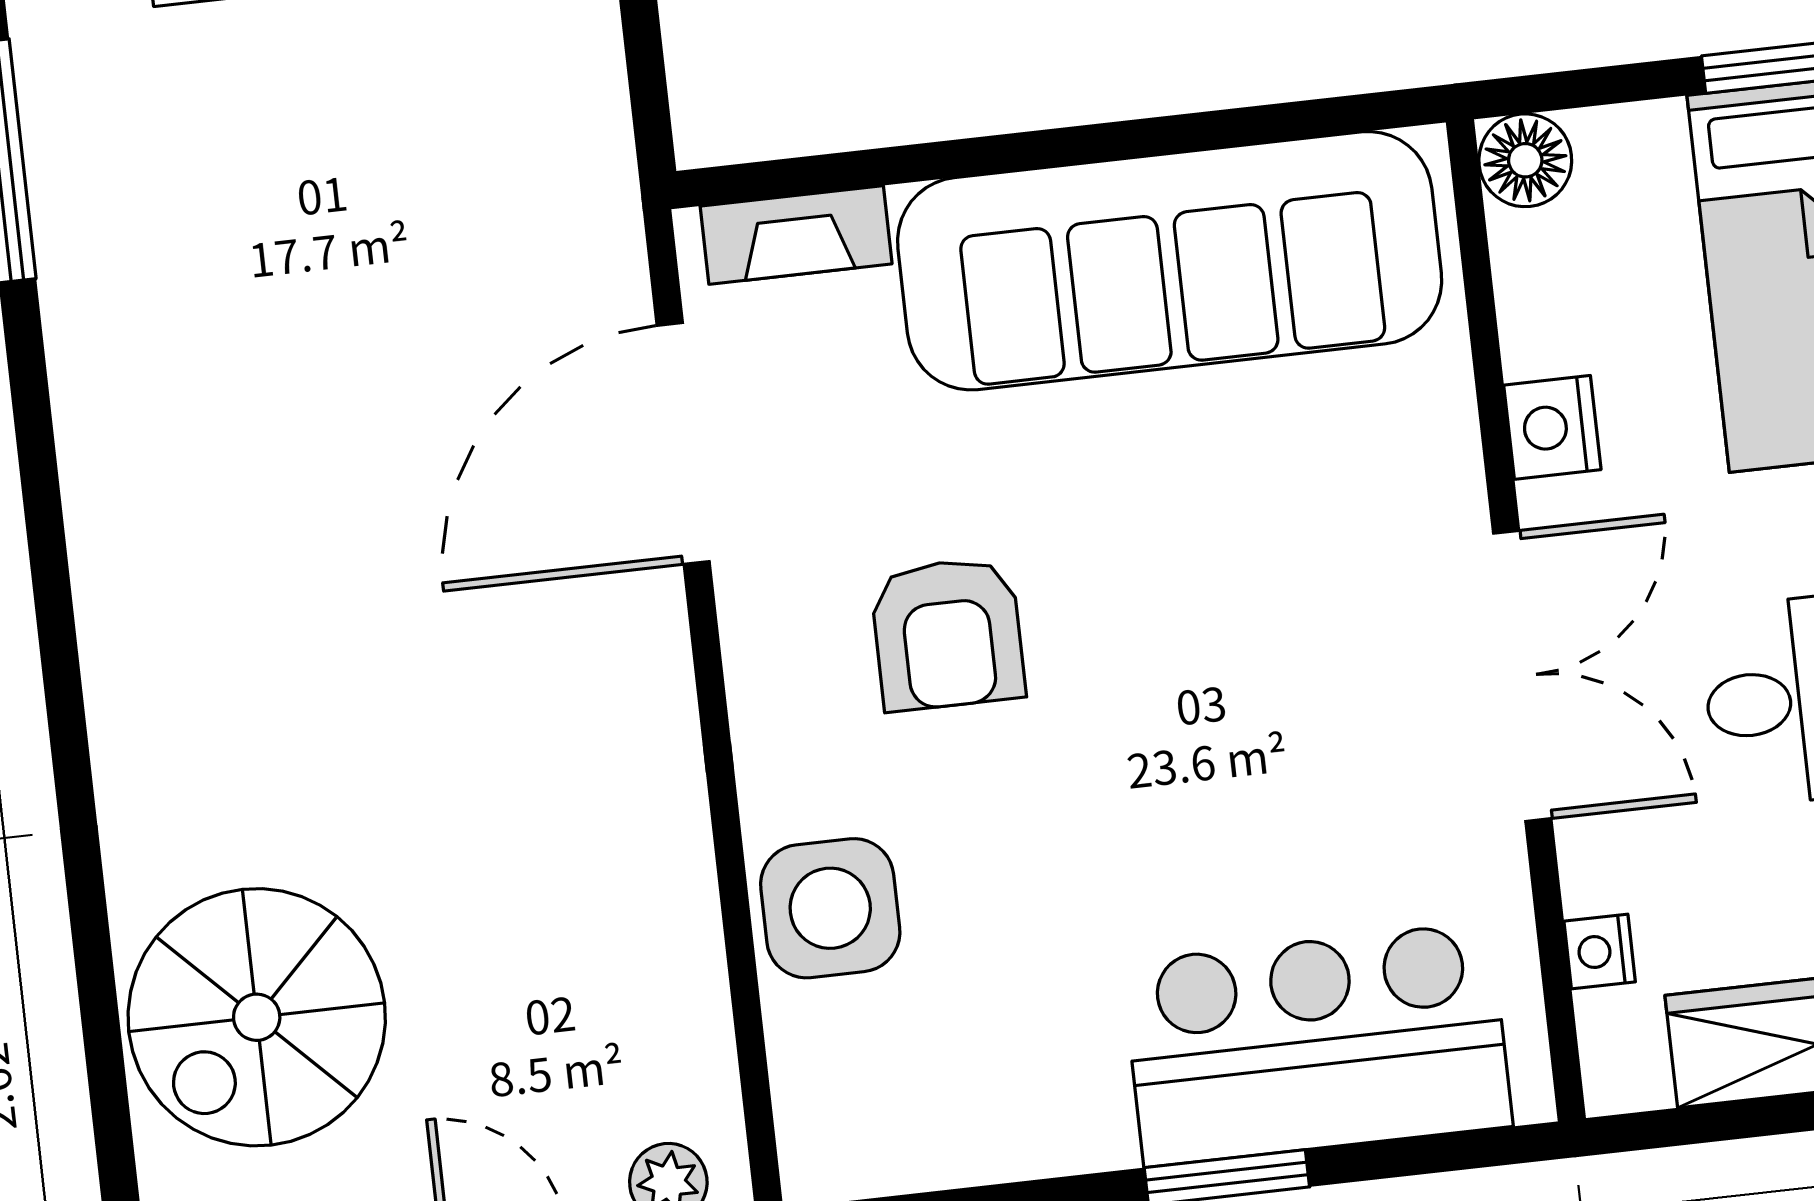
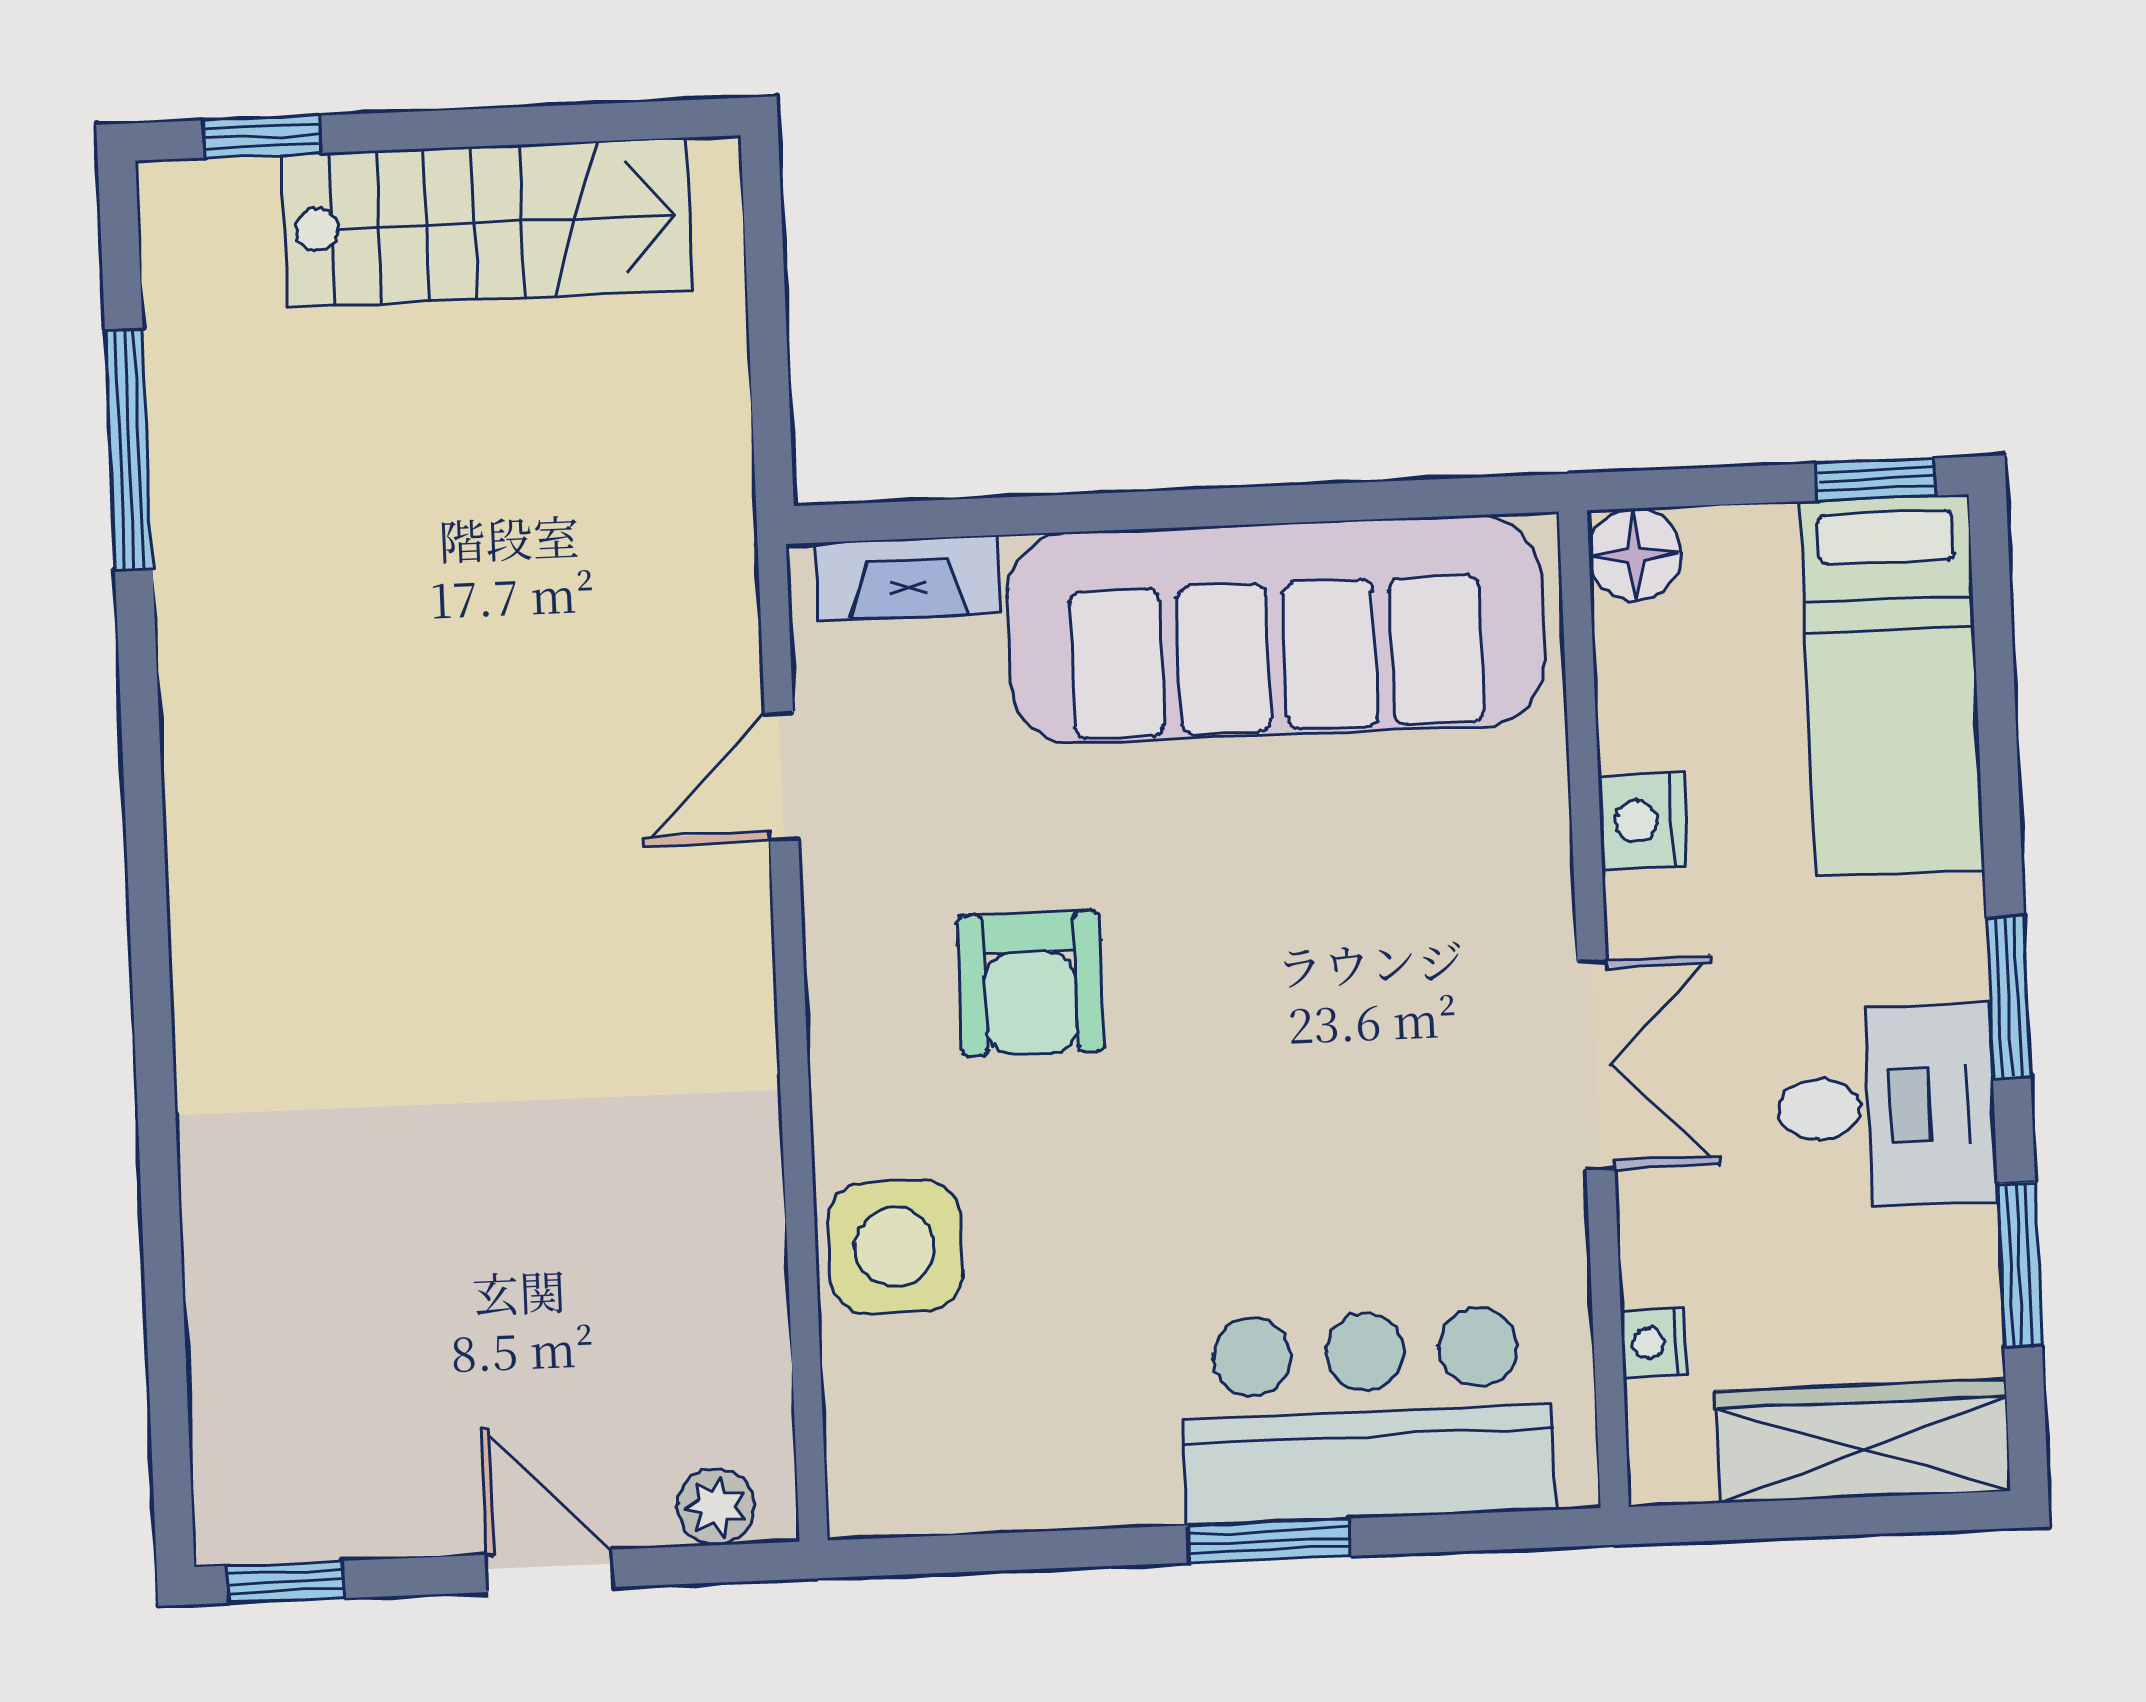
door: (683, 443) -> (782, 776), width x0.53
double door: (1522, 676) -> (1596, 1065), width x0.73
spiral stairs: (257, 1017) -> (320, 1315), removed

